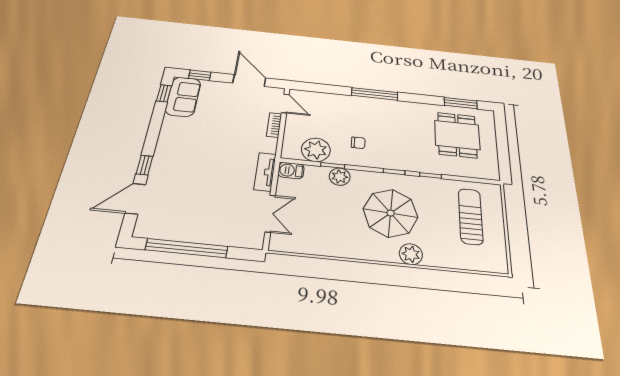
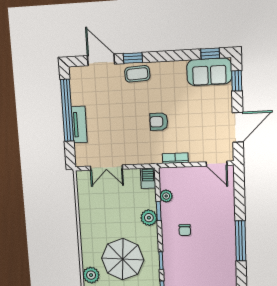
door: (285, 103) -> (217, 164), hinge flipped
bookcase: (274, 125) -> (175, 158), moved
armchair: (226, 150) -> (159, 122), added
plant: (316, 150) -> (166, 196), width x0.53, depth x0.53
coffee table: (164, 163) -> (137, 74), added
tv unit: (265, 172) -> (79, 125), moved, turned 90

